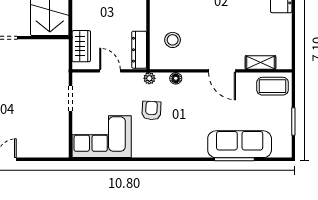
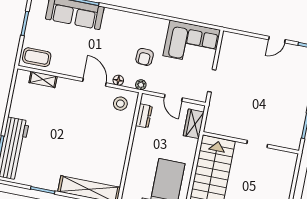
stool: (173, 40) -> (120, 104), moved
dresser: (139, 50) -> (144, 116), width x0.70
door: (222, 71) -> (94, 82), moved

